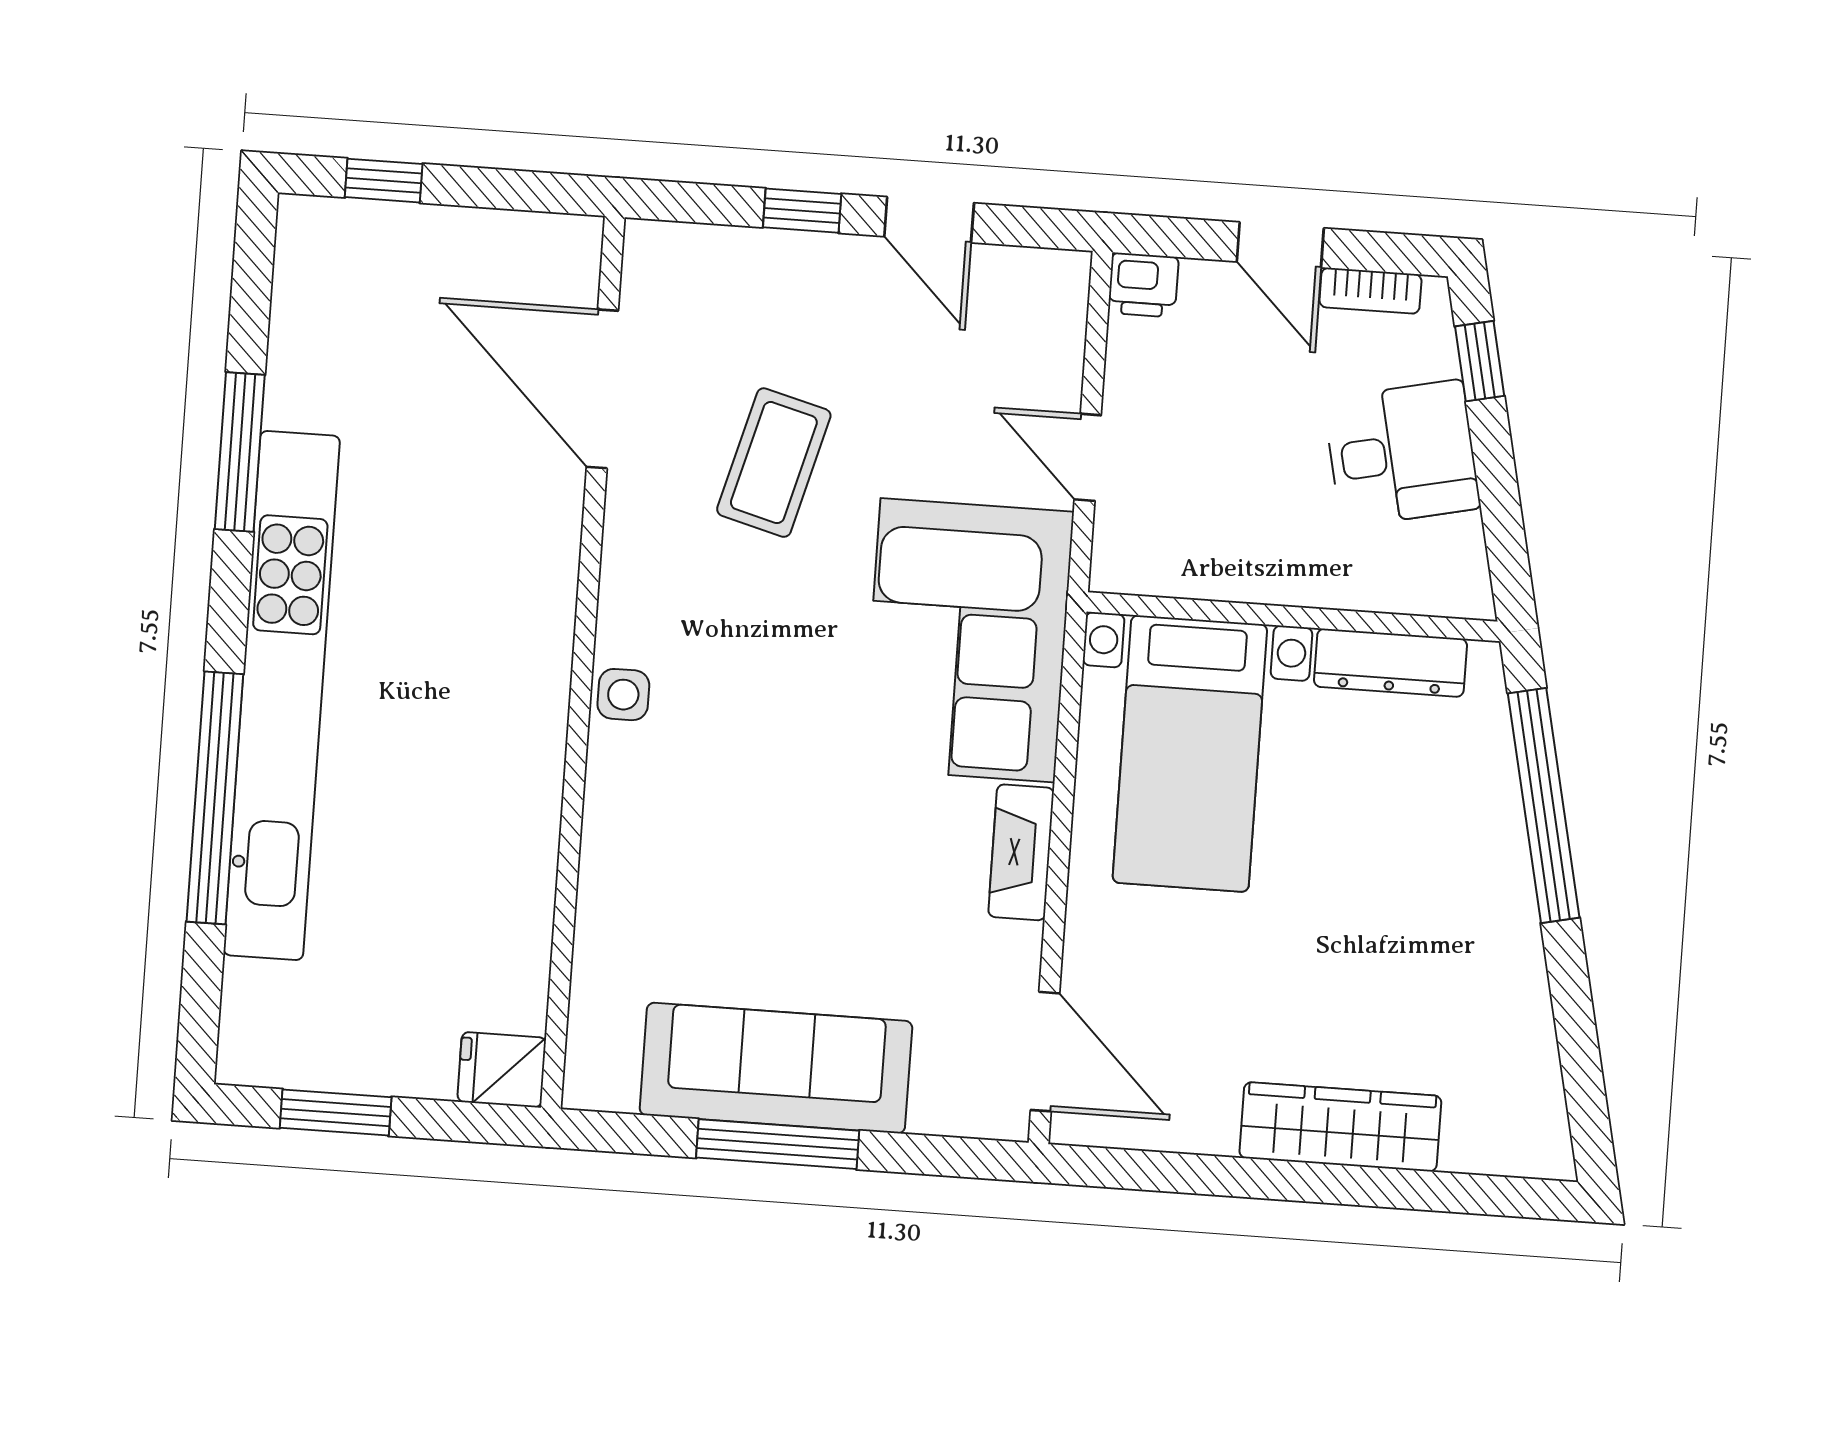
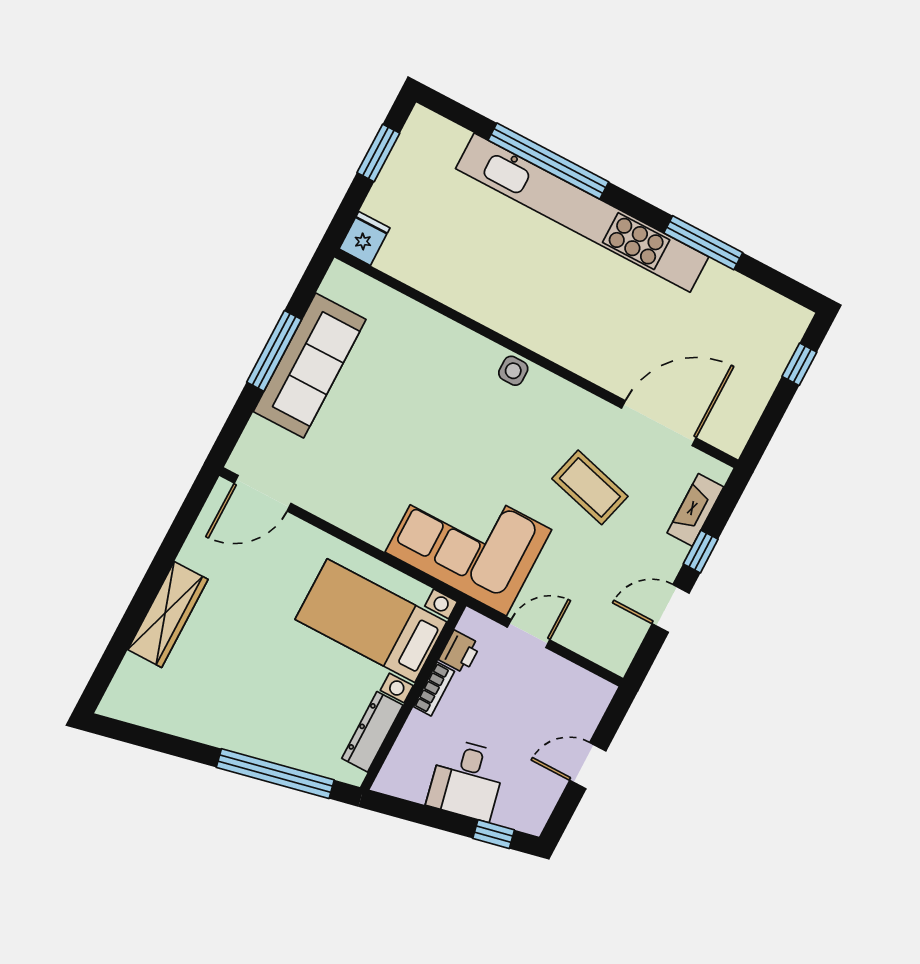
printer: (1143, 285) -> (460, 652), moved, turned 180
bookcase: (1370, 291) -> (434, 689), moved, turned 180
fireplace: (1021, 852) -> (695, 510), moved, turned -90

